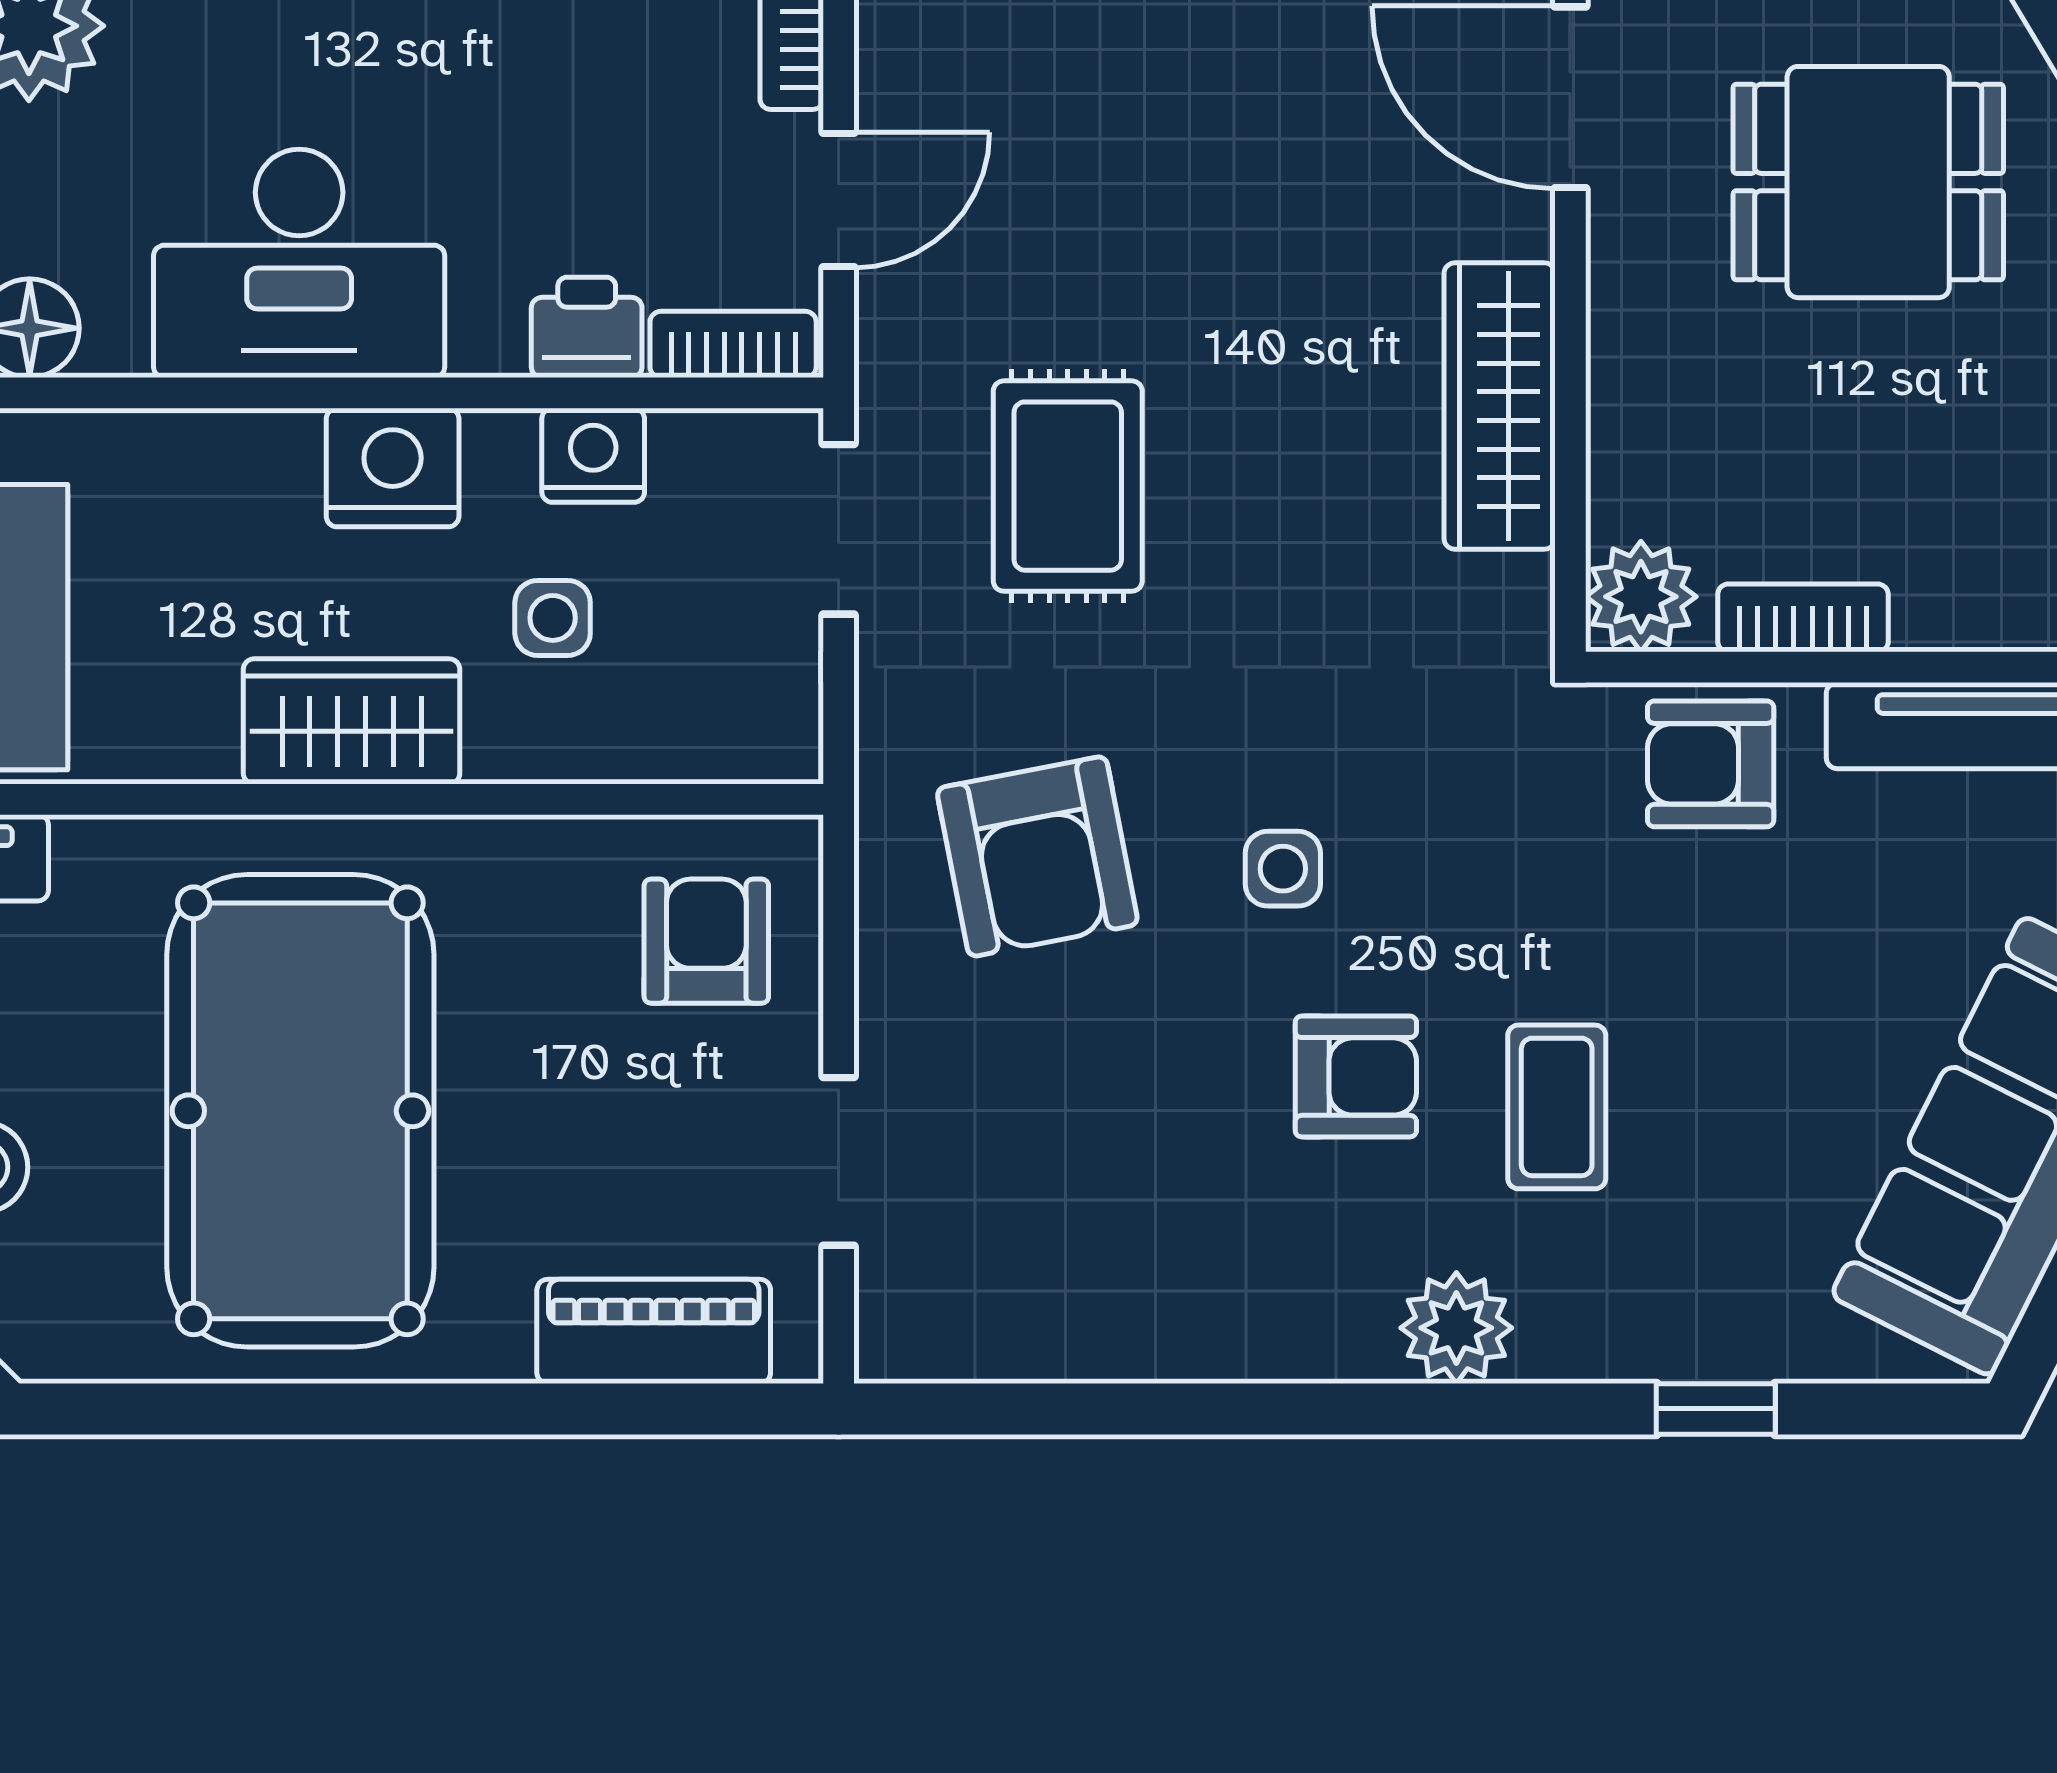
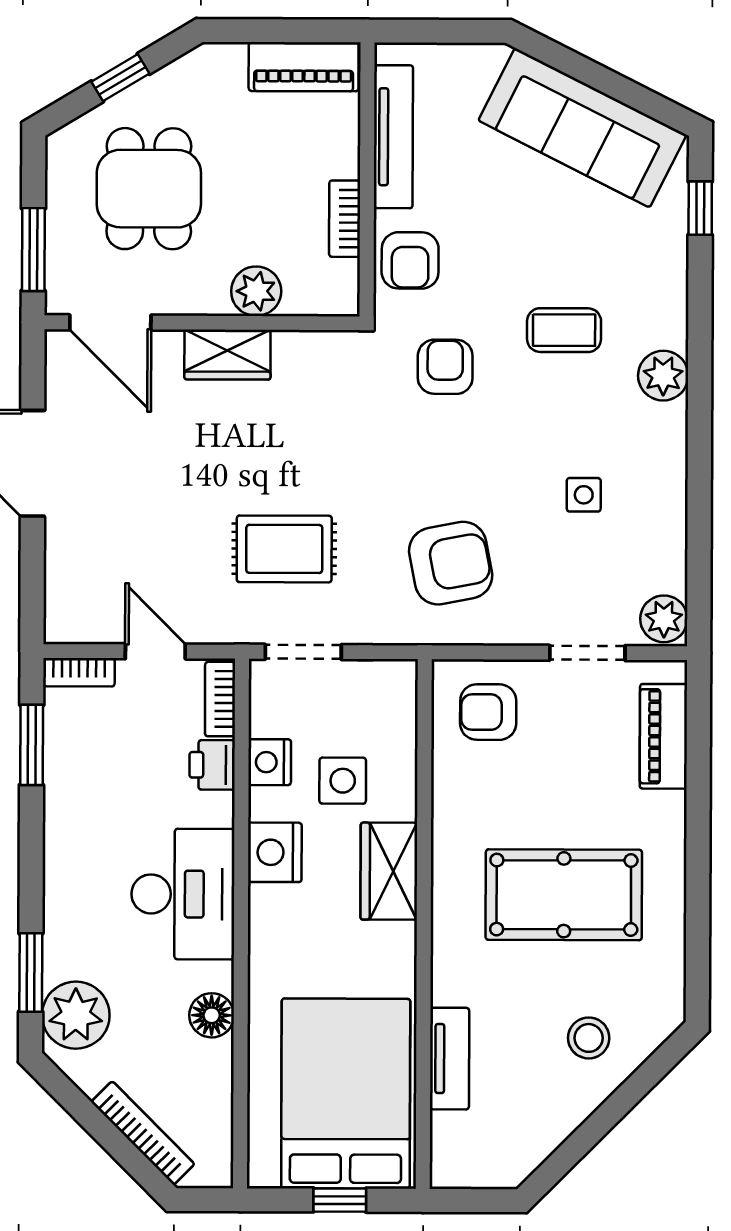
door: (1570, 97) -> (110, 322), hinge flipped
wardrobe: (1500, 406) -> (227, 355), width x0.67
plant: (1641, 597) -> (256, 291), moved
side table: (553, 618) -> (343, 781), width x1.37, depth x1.37
side table: (1283, 869) -> (584, 495), moved
armchair: (1356, 1076) -> (445, 367), moved
pool table: (300, 1111) -> (564, 895), width x0.73, depth x0.76
plant: (915, 1331) -> (664, 619), added
window: (1716, 1409) -> (700, 208), moved

